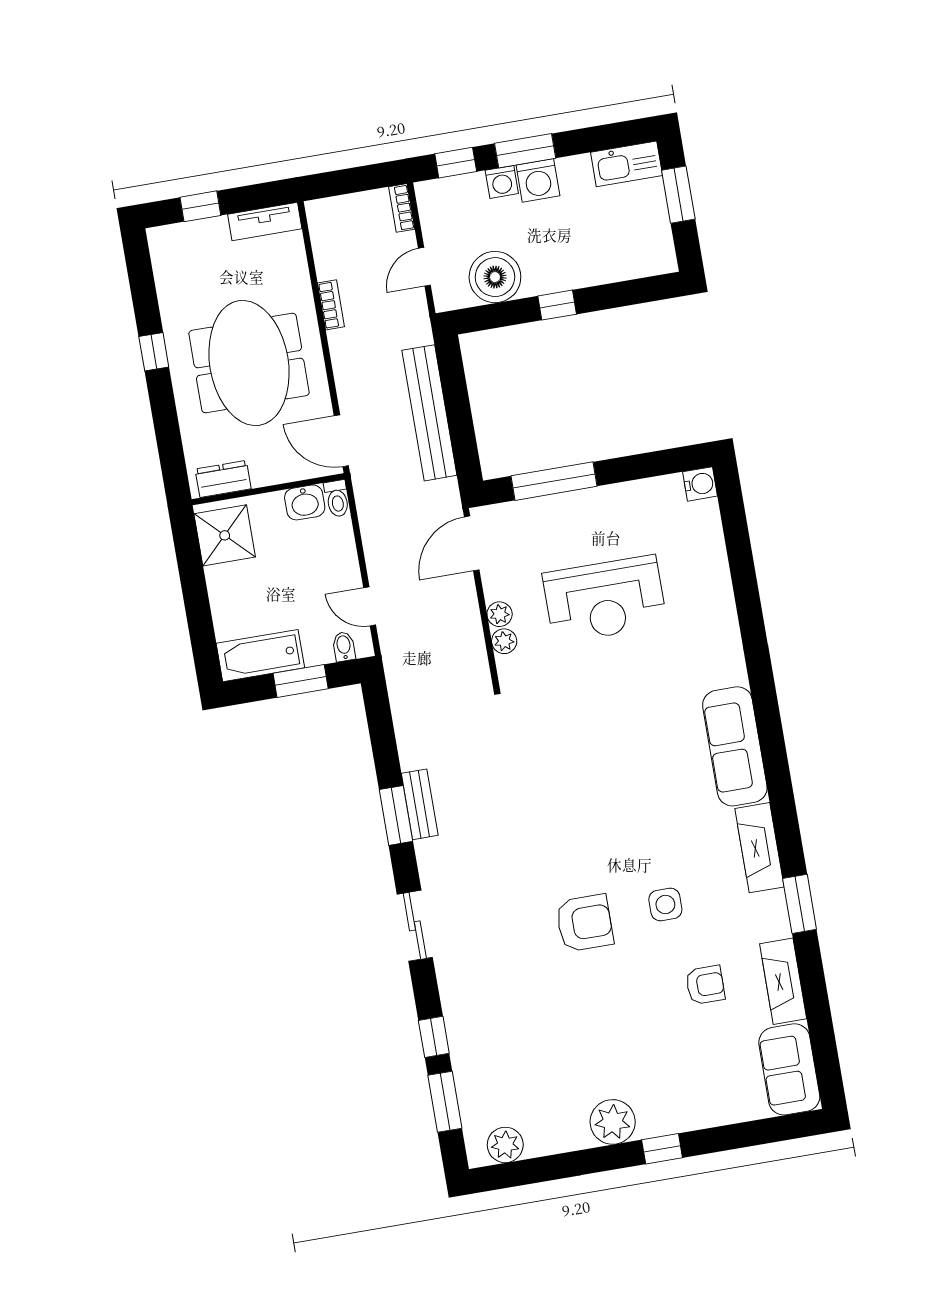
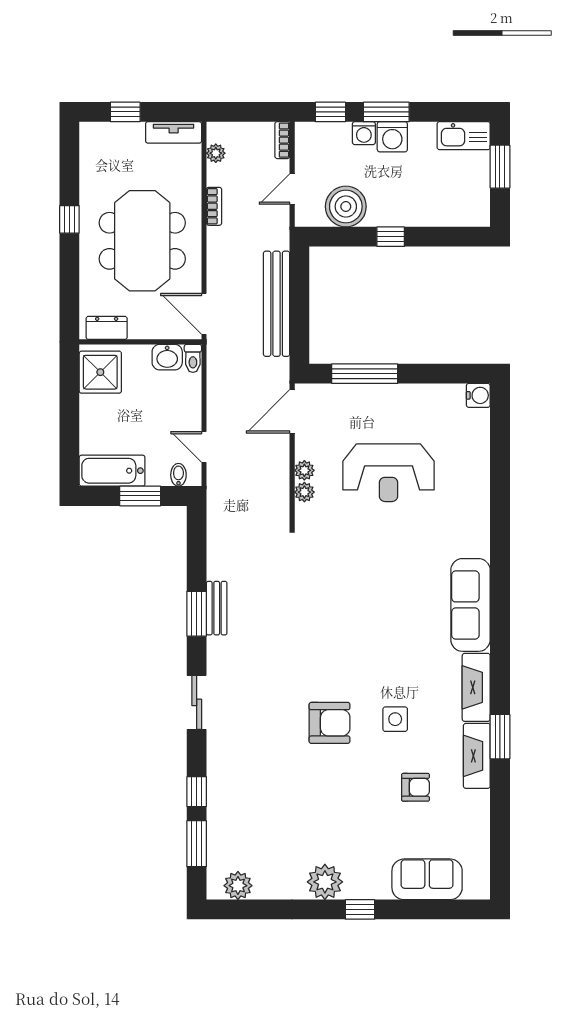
plant: (322, 238) -> (216, 153), added
fireplace: (783, 981) -> (477, 756), moved
sofa: (789, 1069) -> (427, 879), moved, turned 90

